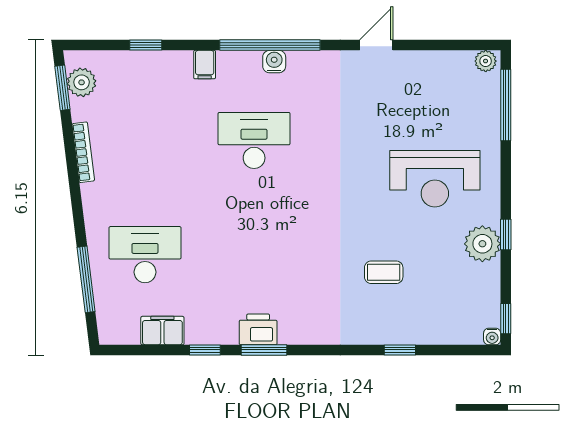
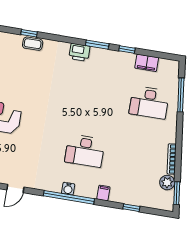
plant: (82, 82) -> (167, 183), moved
coffee table: (384, 272) -> (33, 44), moved
printer: (258, 329) -> (79, 52), moved

